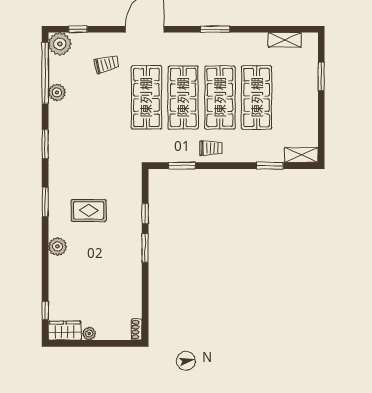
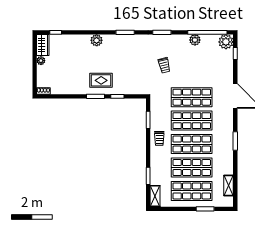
trolley: (107, 64) -> (164, 65), moved
shop shelf: (293, 97) -> (192, 191), added
rug: (89, 210) -> (101, 80), moved, turned 90

